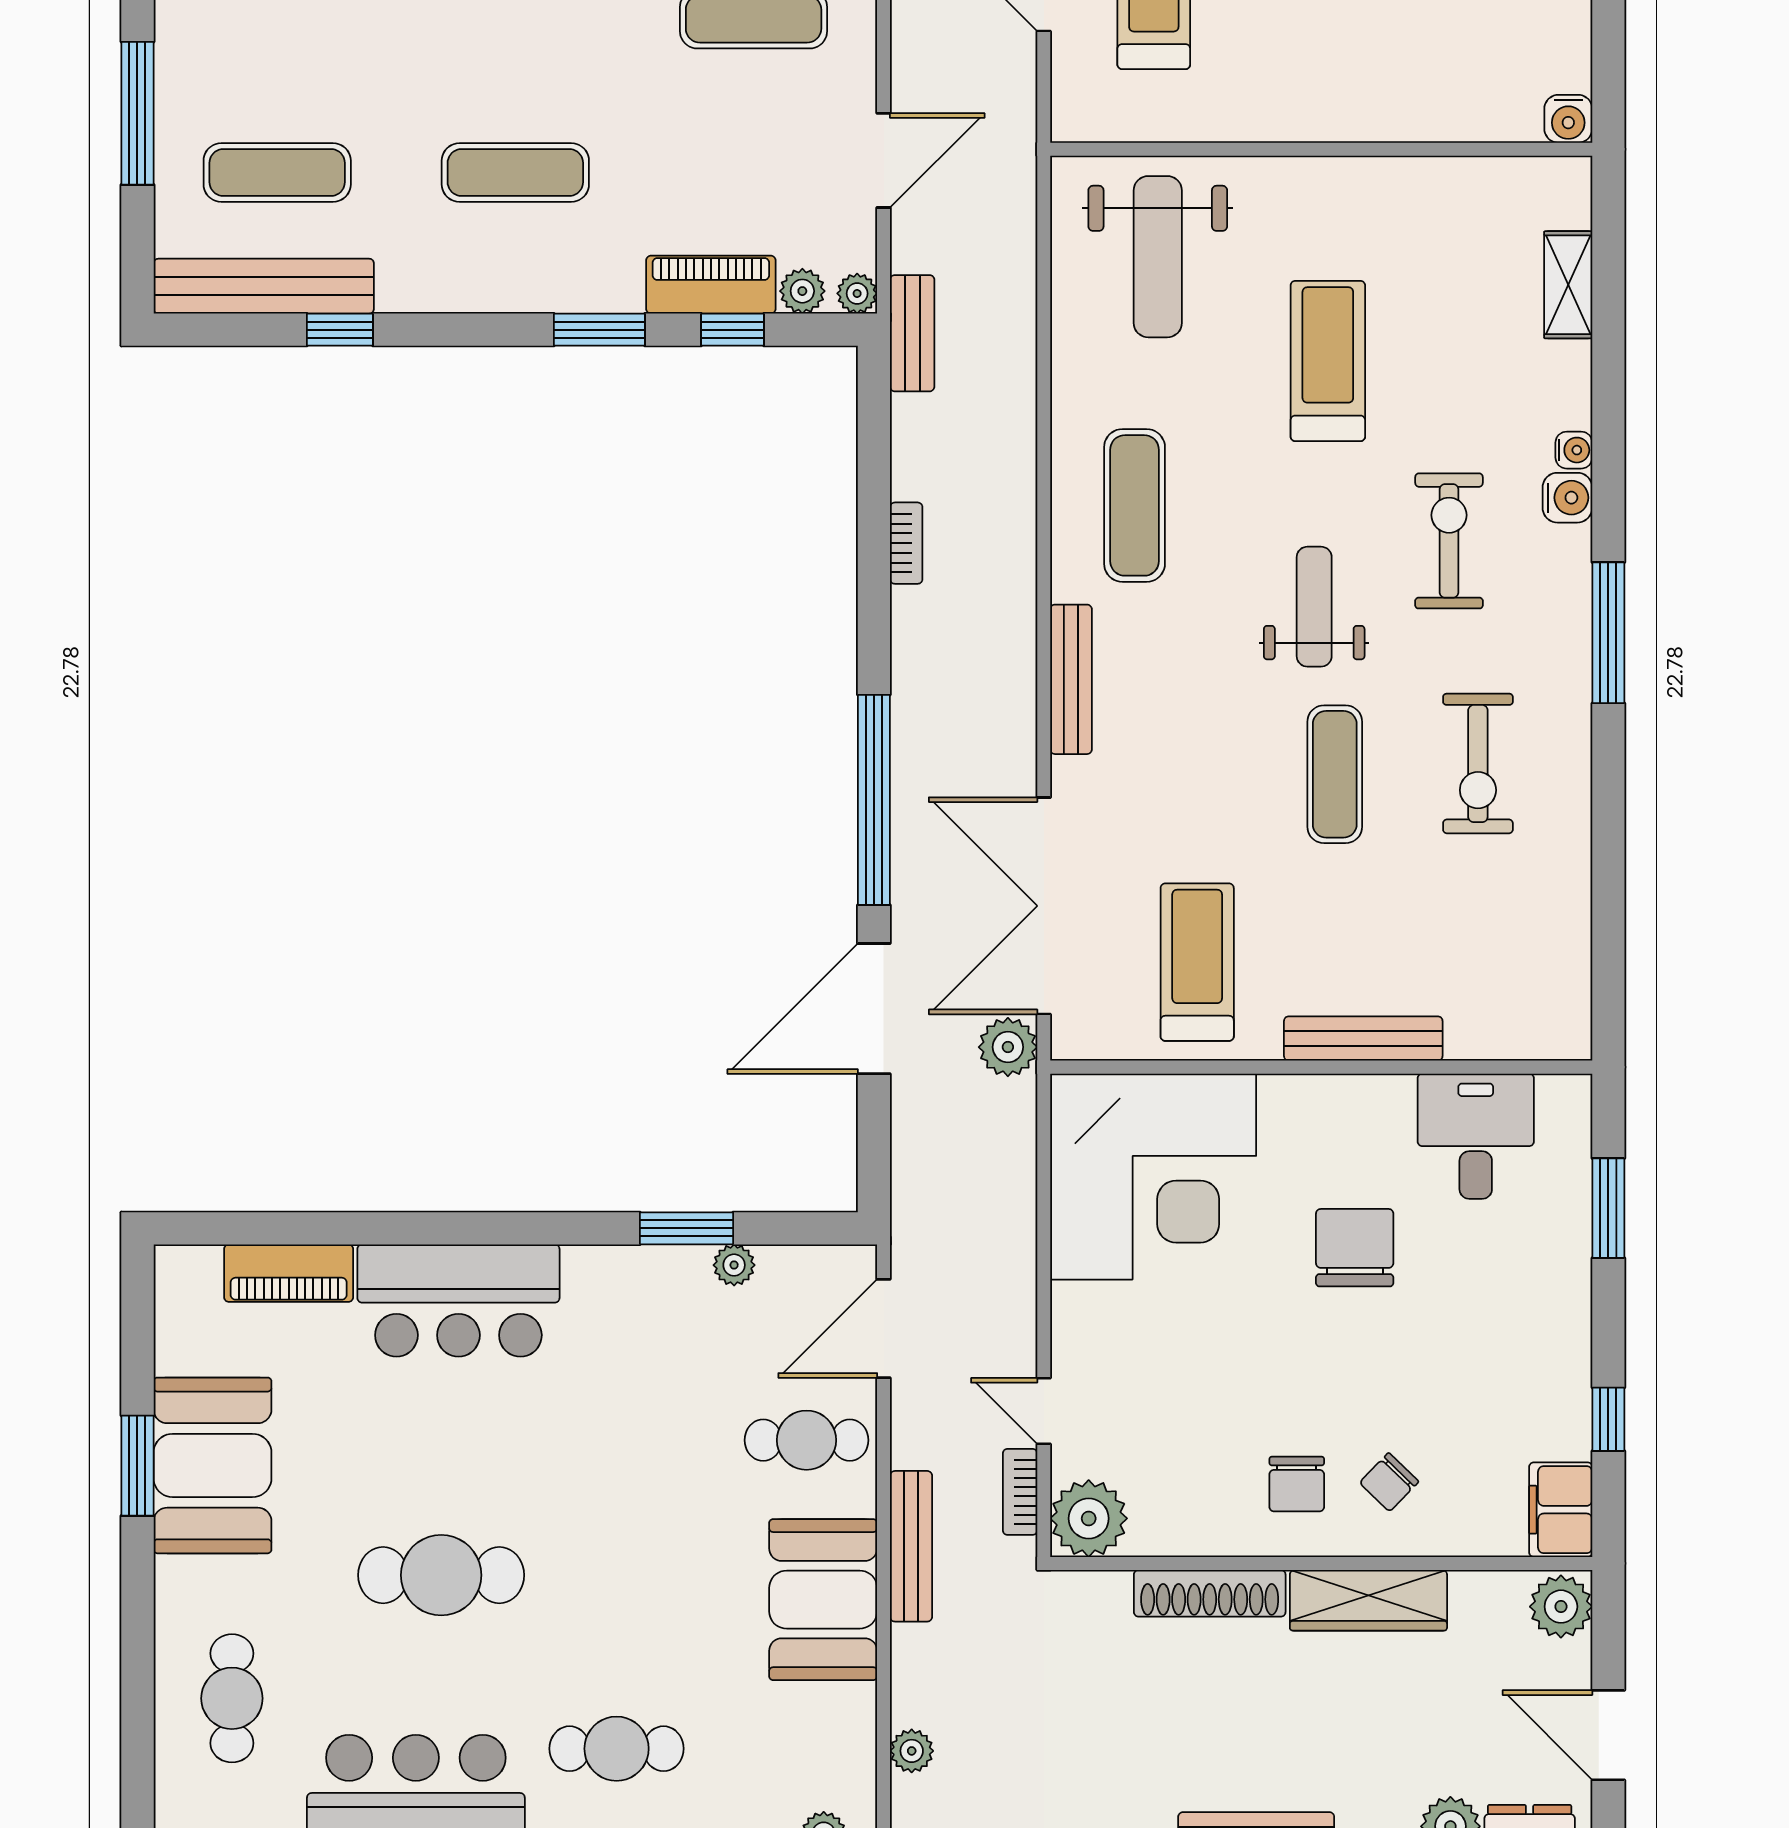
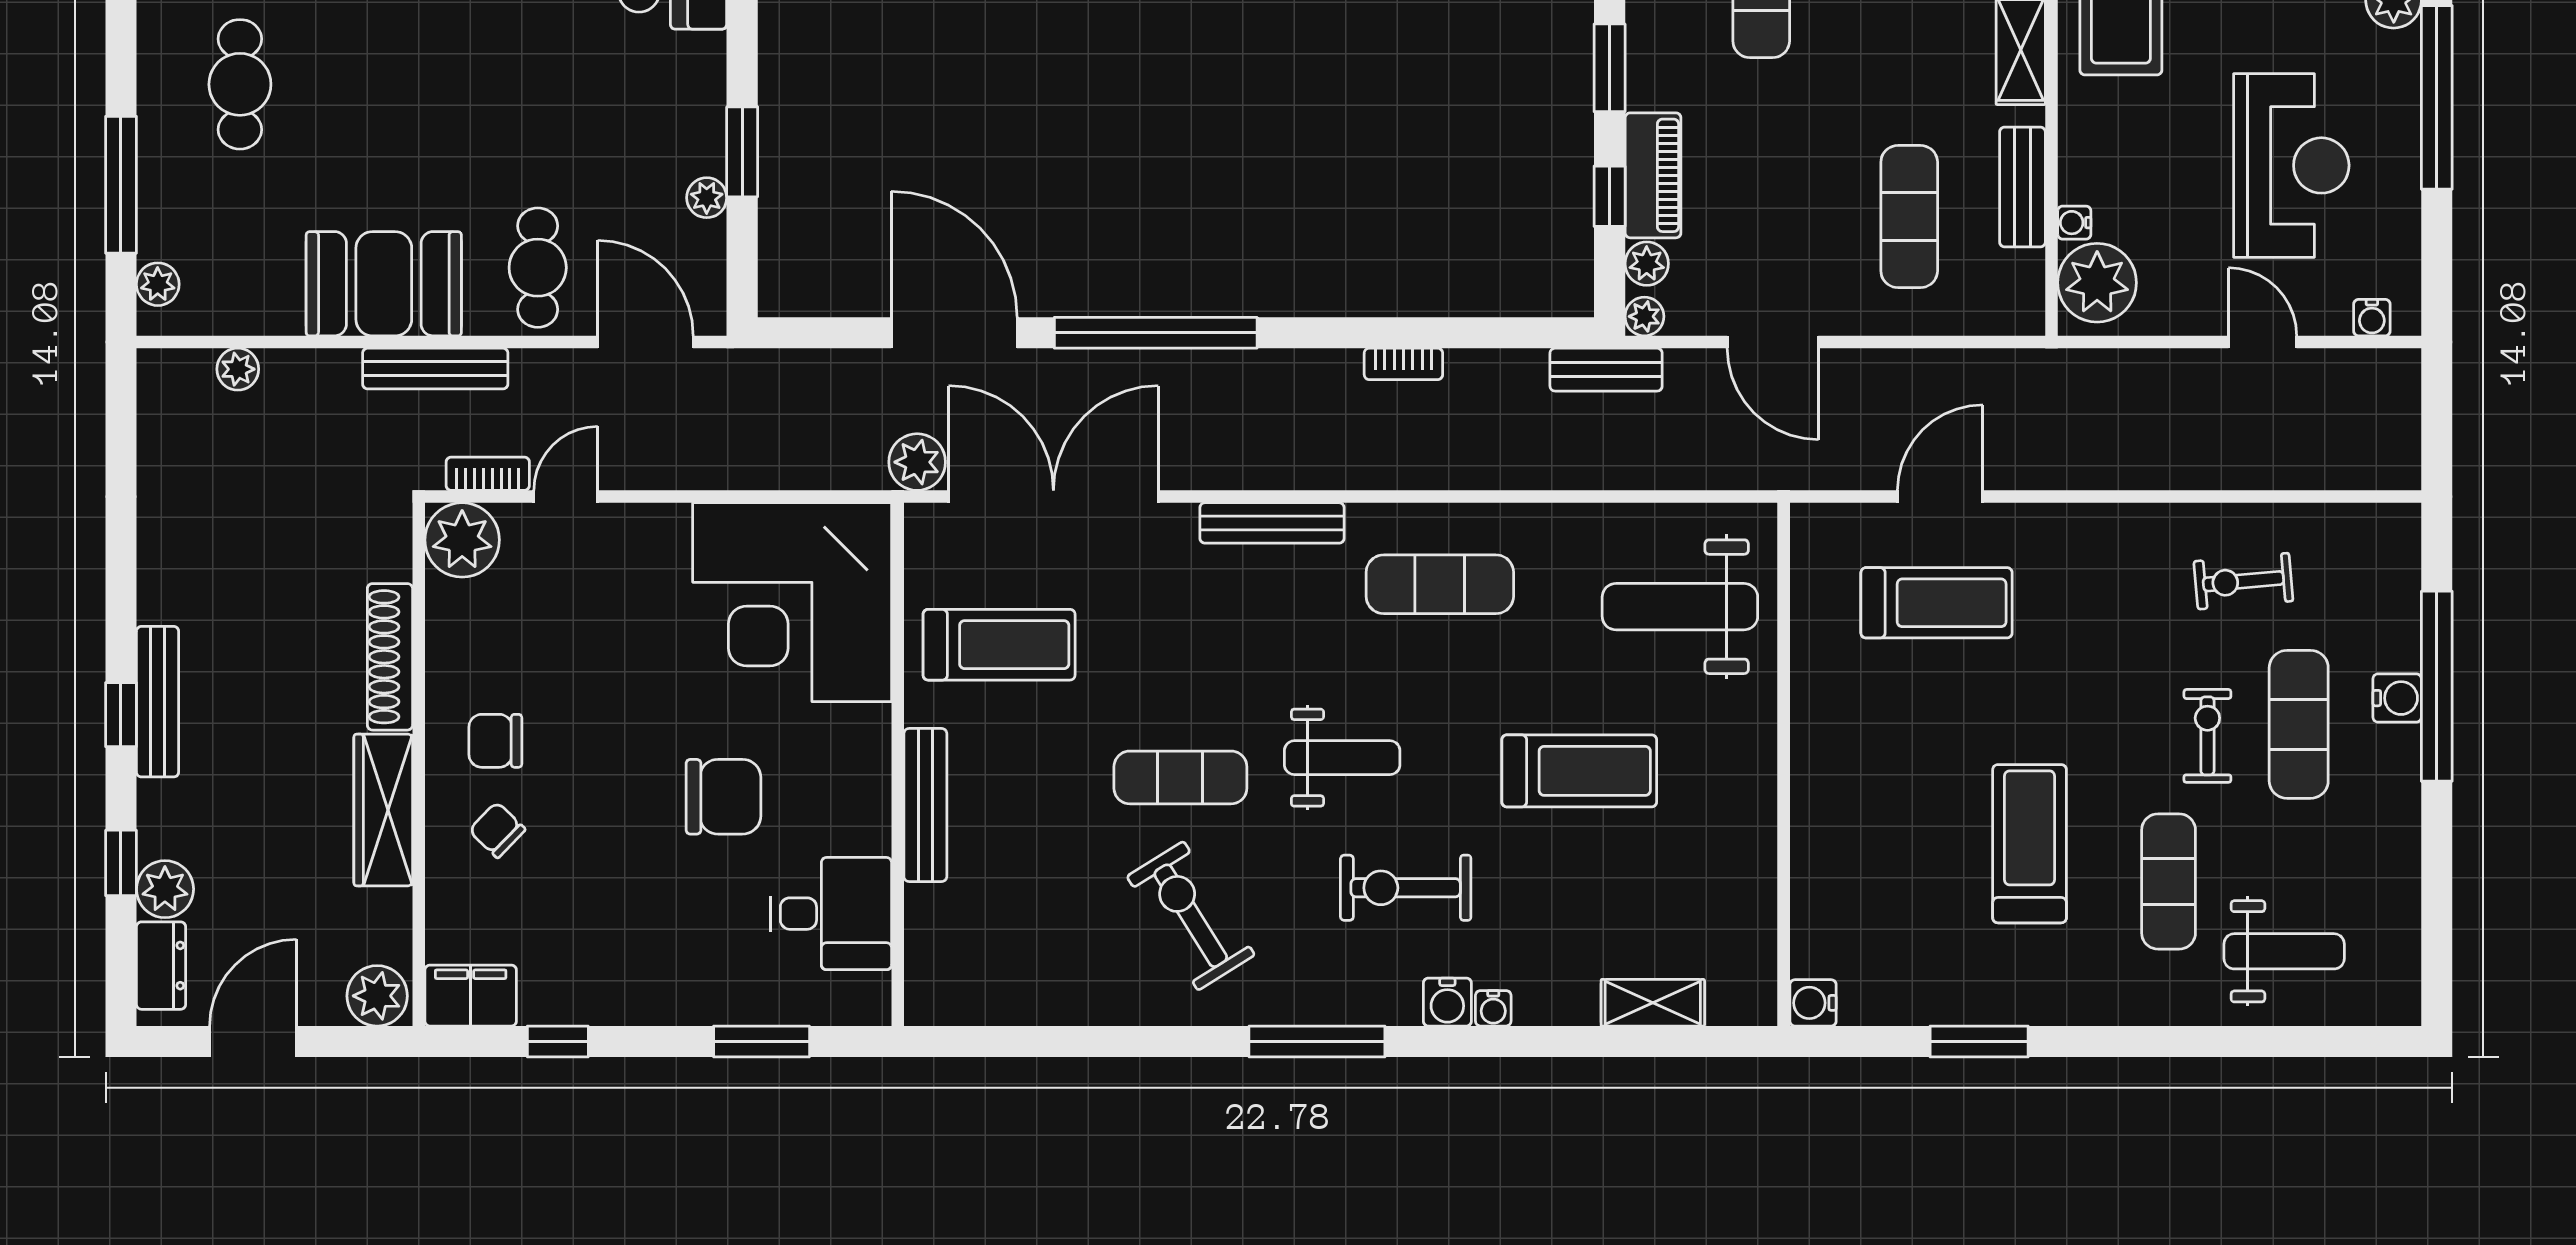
exercise bike: (1449, 541) -> (1406, 888), turned 180
exercise bike: (1478, 764) -> (1191, 916), turned 58

